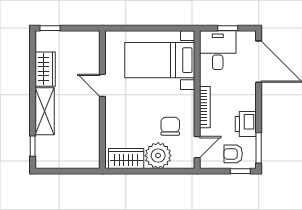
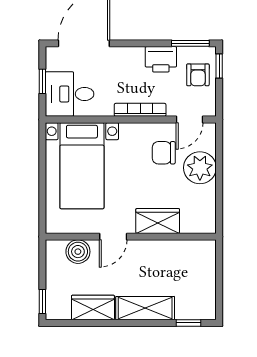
boiler: (90, 57) -> (78, 252), added
door: (197, 147) -> (190, 119), swing flipped
wardrobe: (126, 158) -> (158, 221), moved, turned 90

